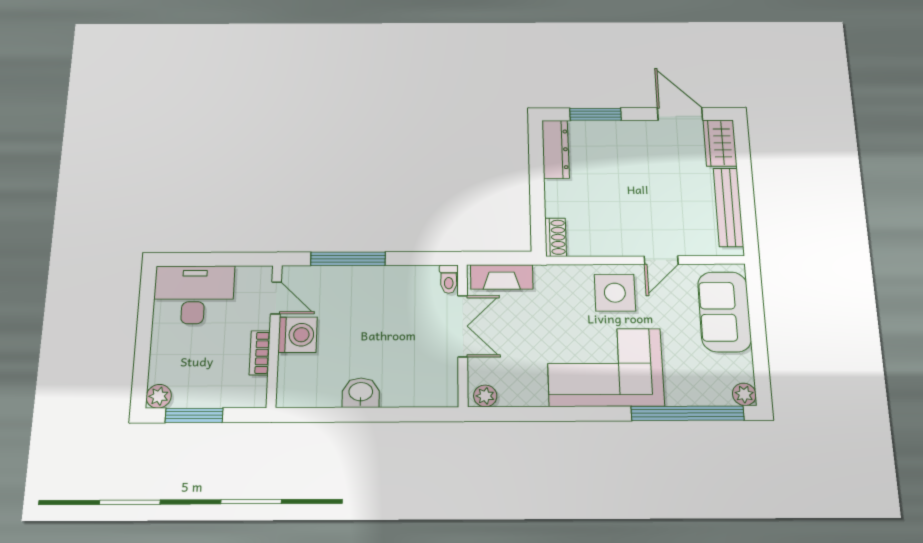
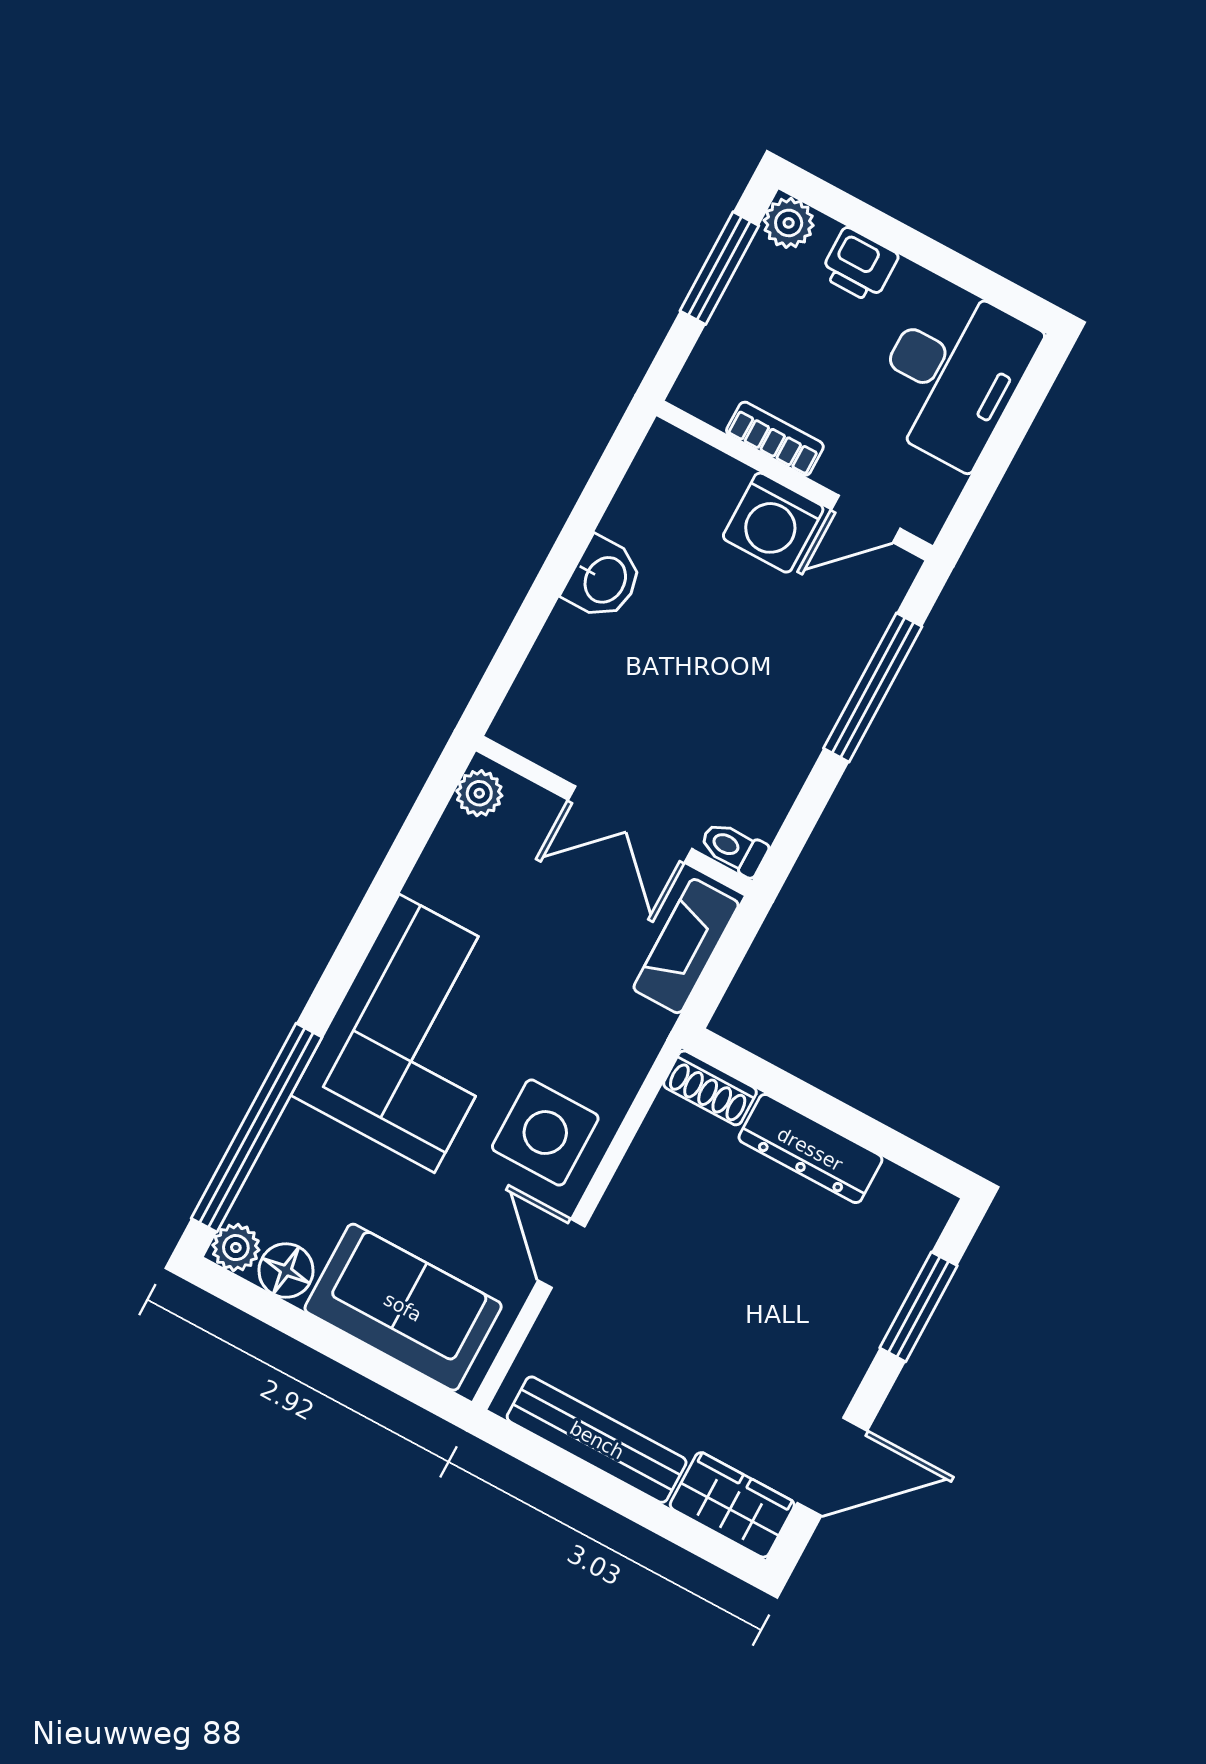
dresser: (556, 149) -> (810, 1149), moved
printer: (163, 357) -> (859, 265), added
floor lamp: (740, 368) -> (286, 1271), added

